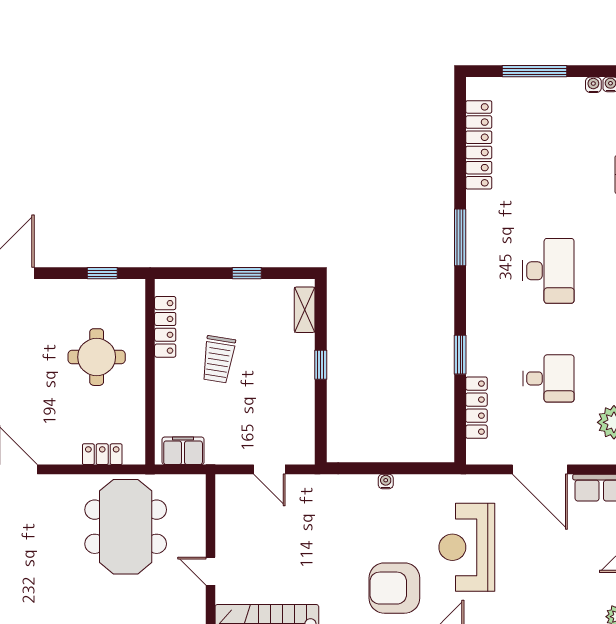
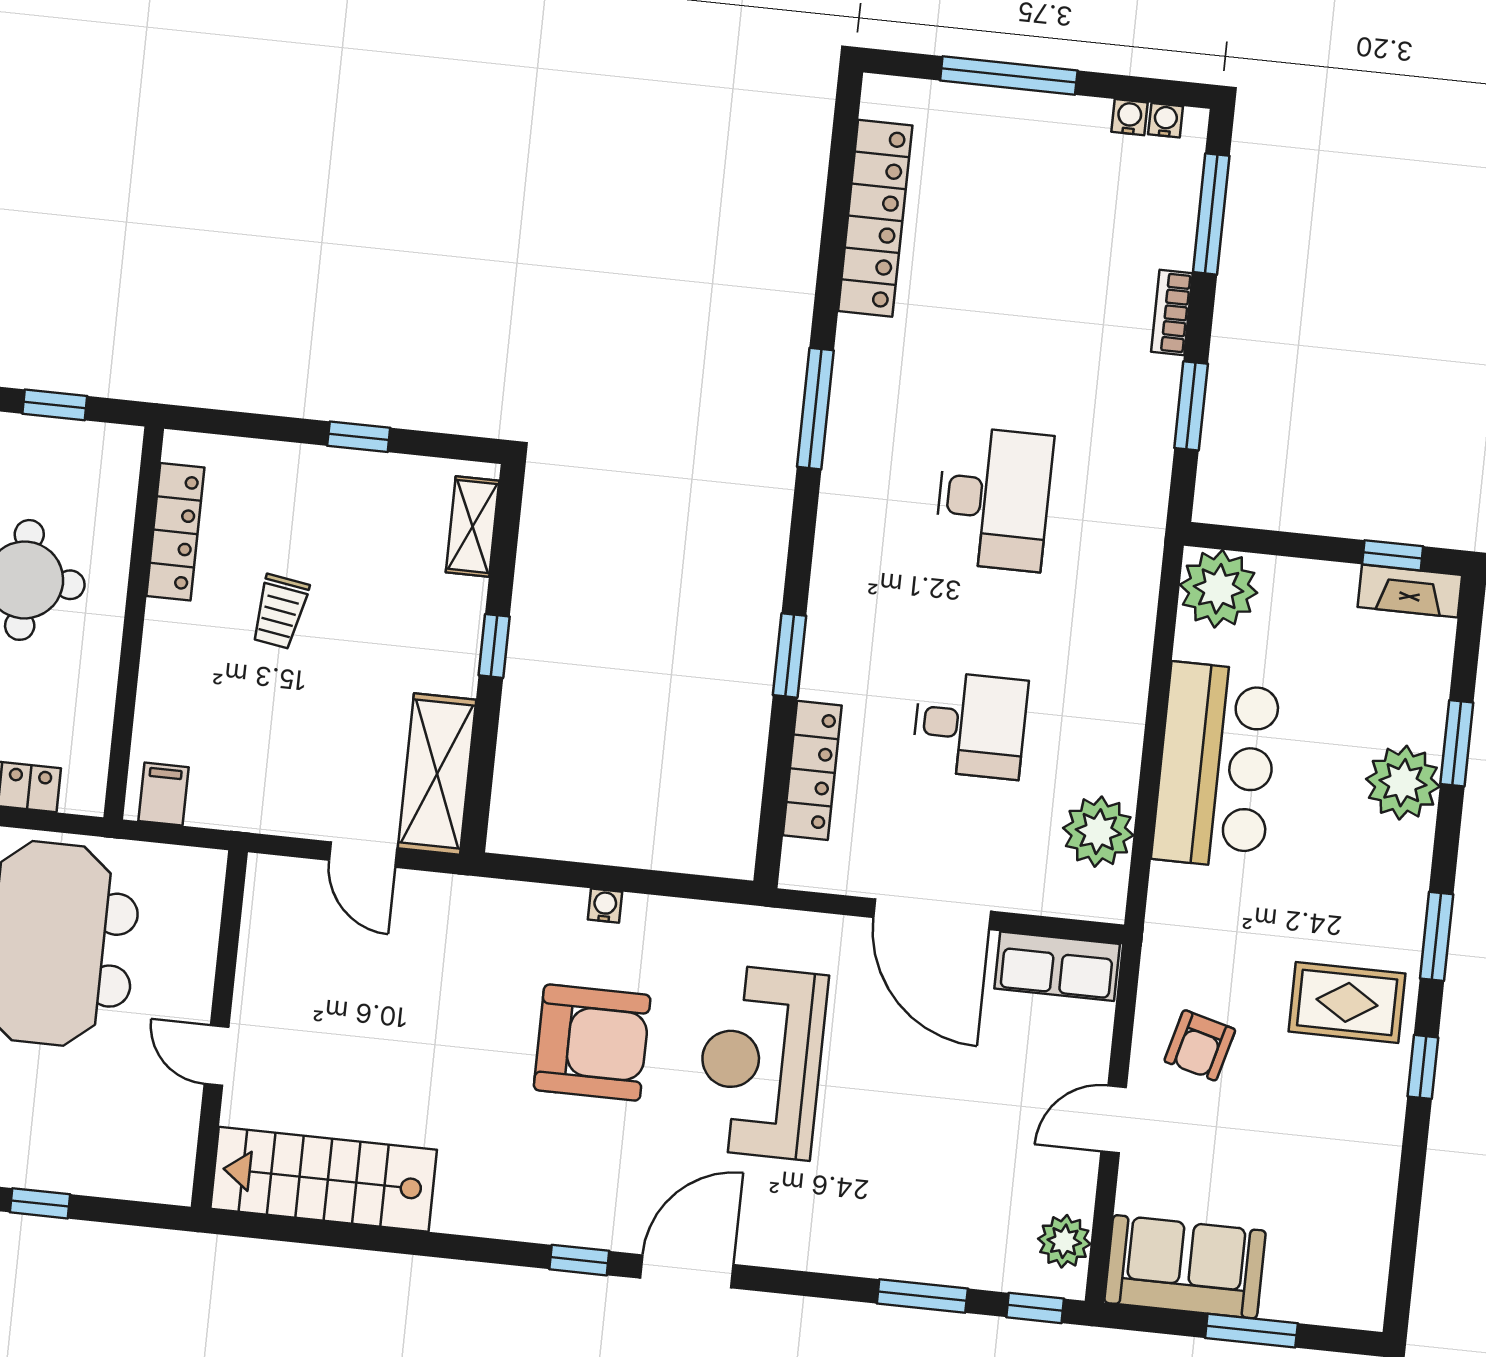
trolley: (218, 359) -> (280, 612), width x0.73, depth x0.72
shelving: (300, 428) -> (437, 774), added
filing cabinet: (183, 451) -> (163, 794), width x0.50
armchair: (394, 588) -> (592, 1043), moved, turned 180

